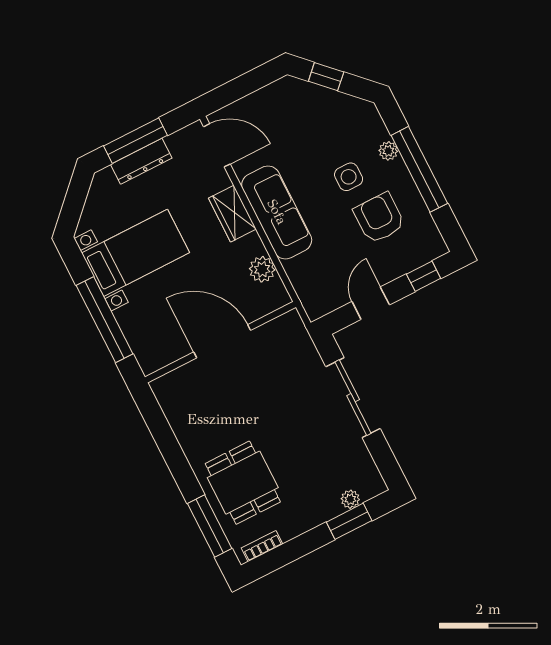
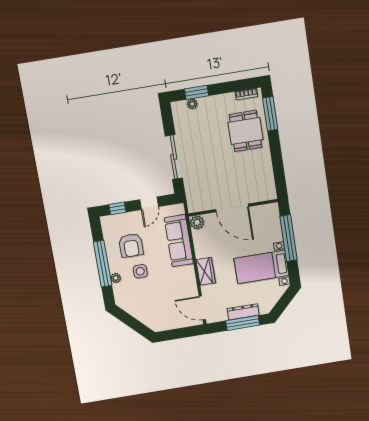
window: (326, 77) -> (136, 325), removed
sofa: (277, 212) -> (179, 241), moved
plant: (262, 269) -> (197, 222), moved

